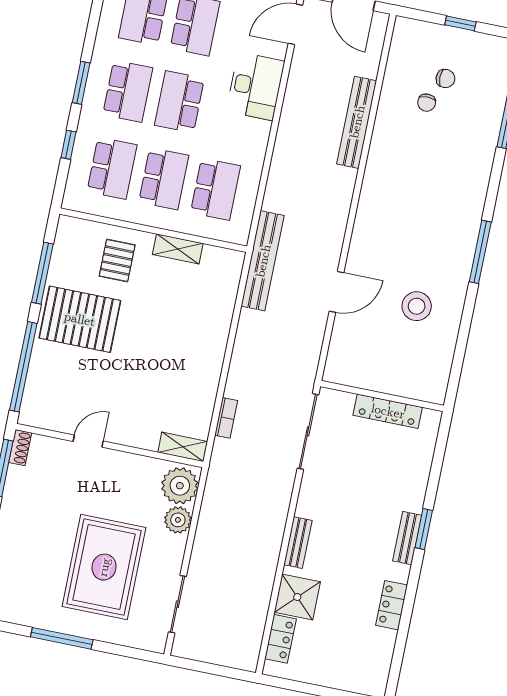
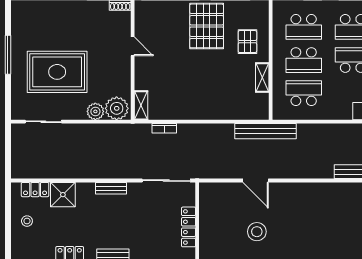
school desk: (215, 189) -> (304, 93), turned 180
pallet: (117, 261) -> (247, 42), turned 90
bench: (298, 543) -> (111, 188), moved
stool: (327, 661) -> (27, 221), added

